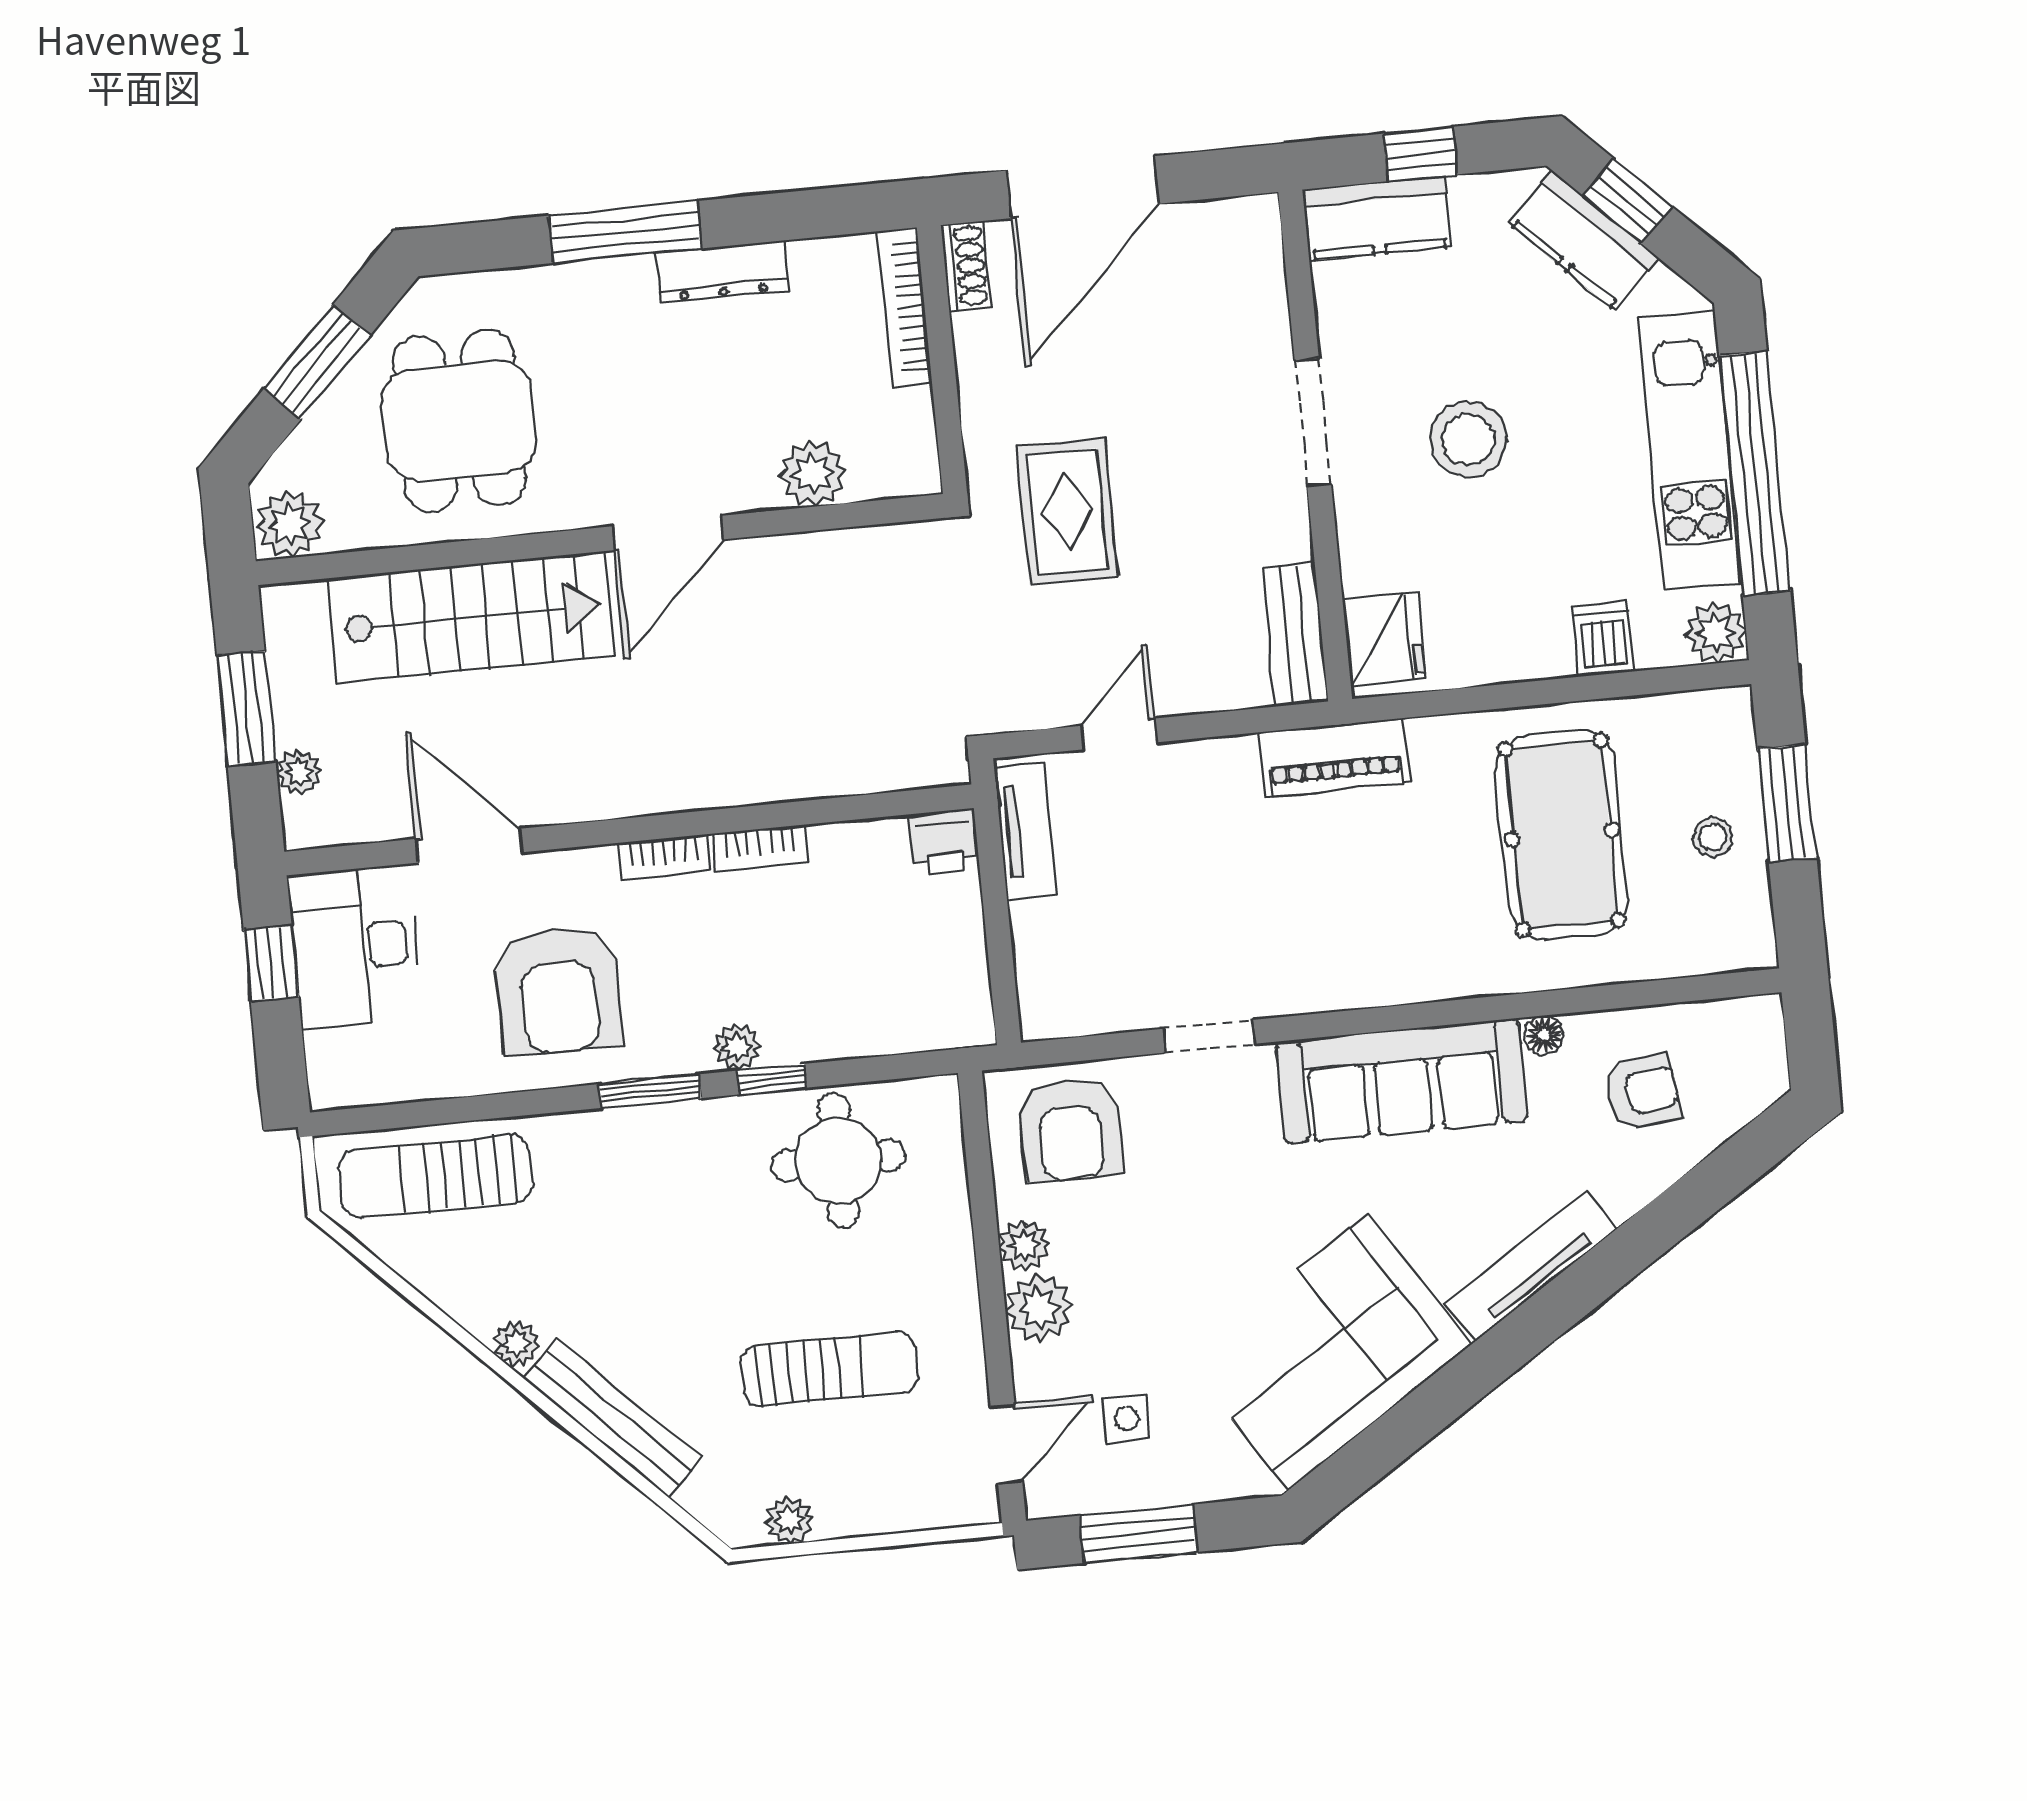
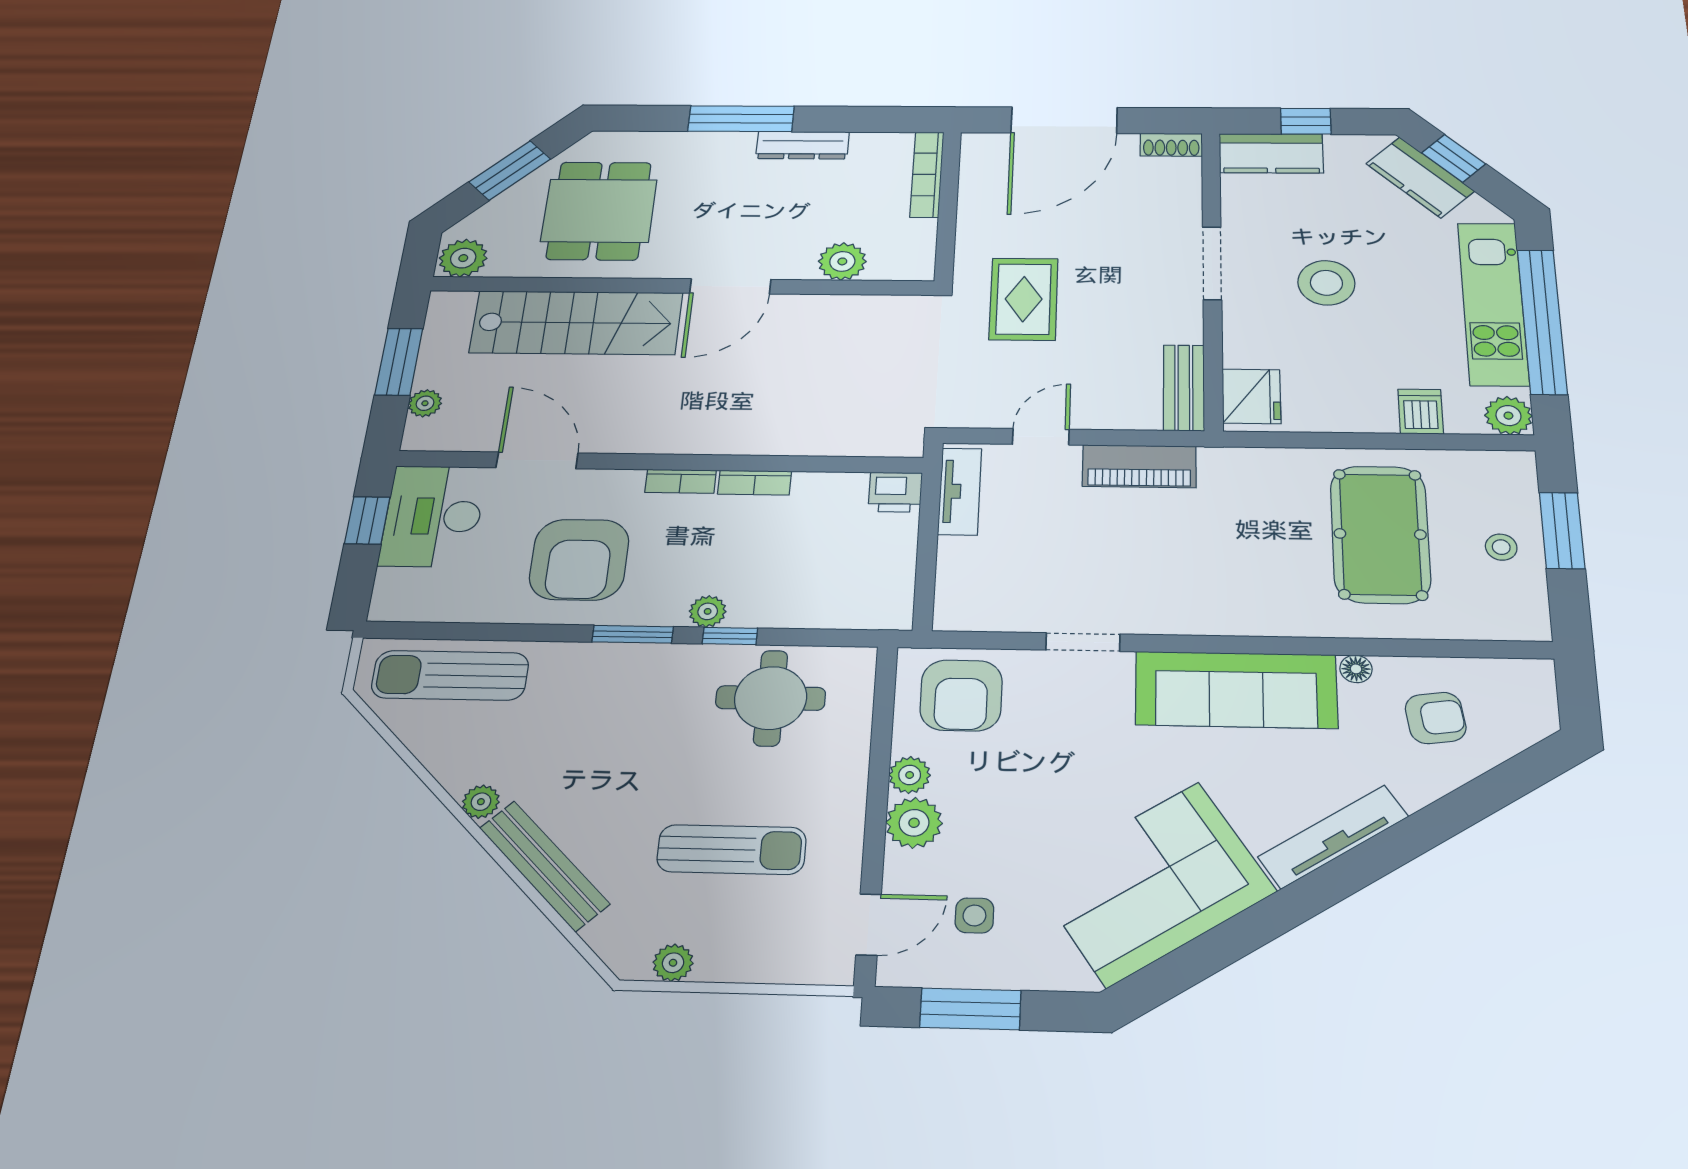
shoe rack: (966, 266) -> (1171, 145), moved, turned 90
piano: (1334, 758) -> (1139, 466), moved

